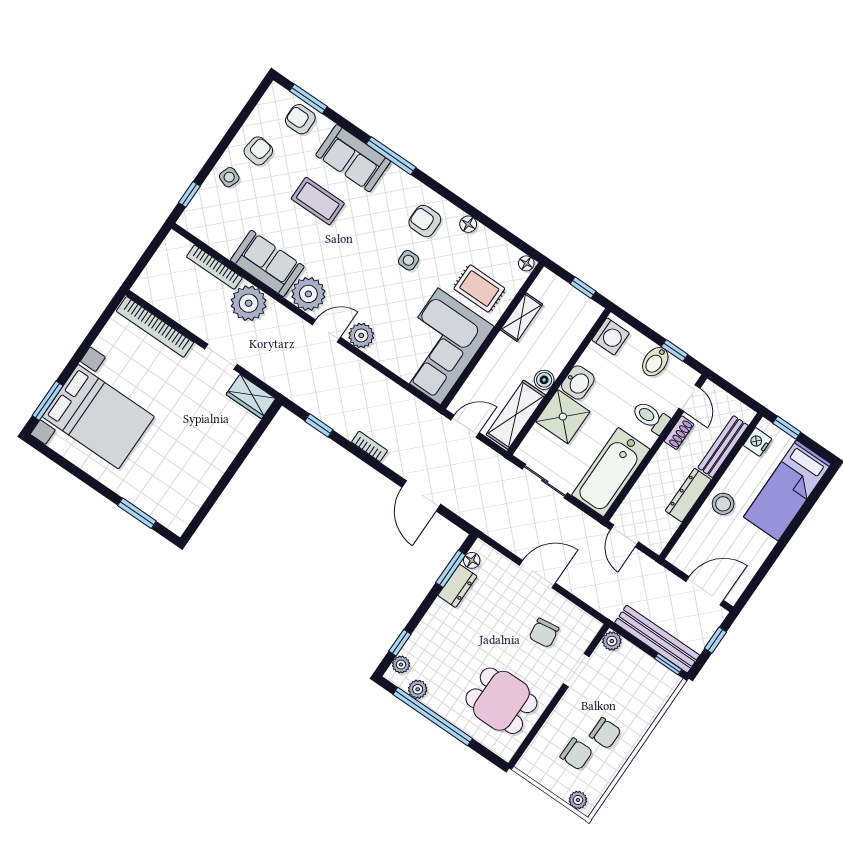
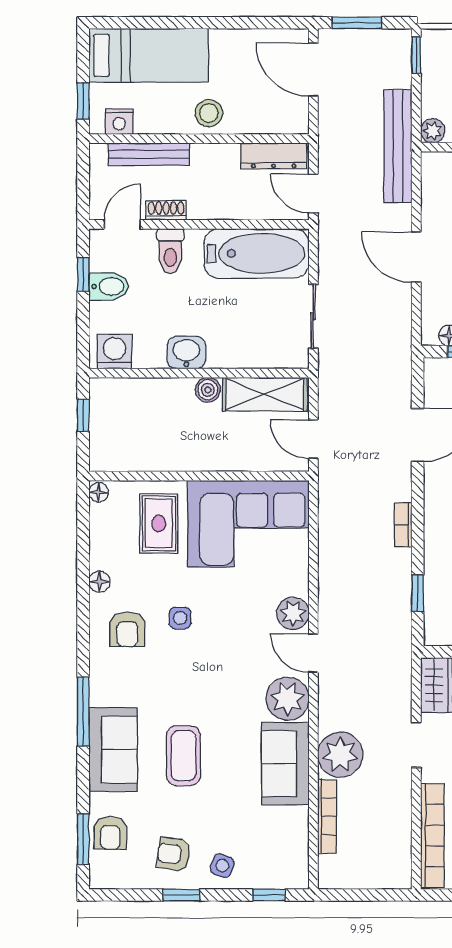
window: (228, 138) -> (181, 895), added
shelving: (521, 317) -> (158, 459), removed
shower: (563, 417) -> (233, 344), removed
dresser: (688, 495) -> (274, 156), moved
door: (624, 536) -> (313, 193), swing flipped
bench: (657, 639) -> (398, 146), moved
window: (716, 640) -> (357, 23), width x1.50

